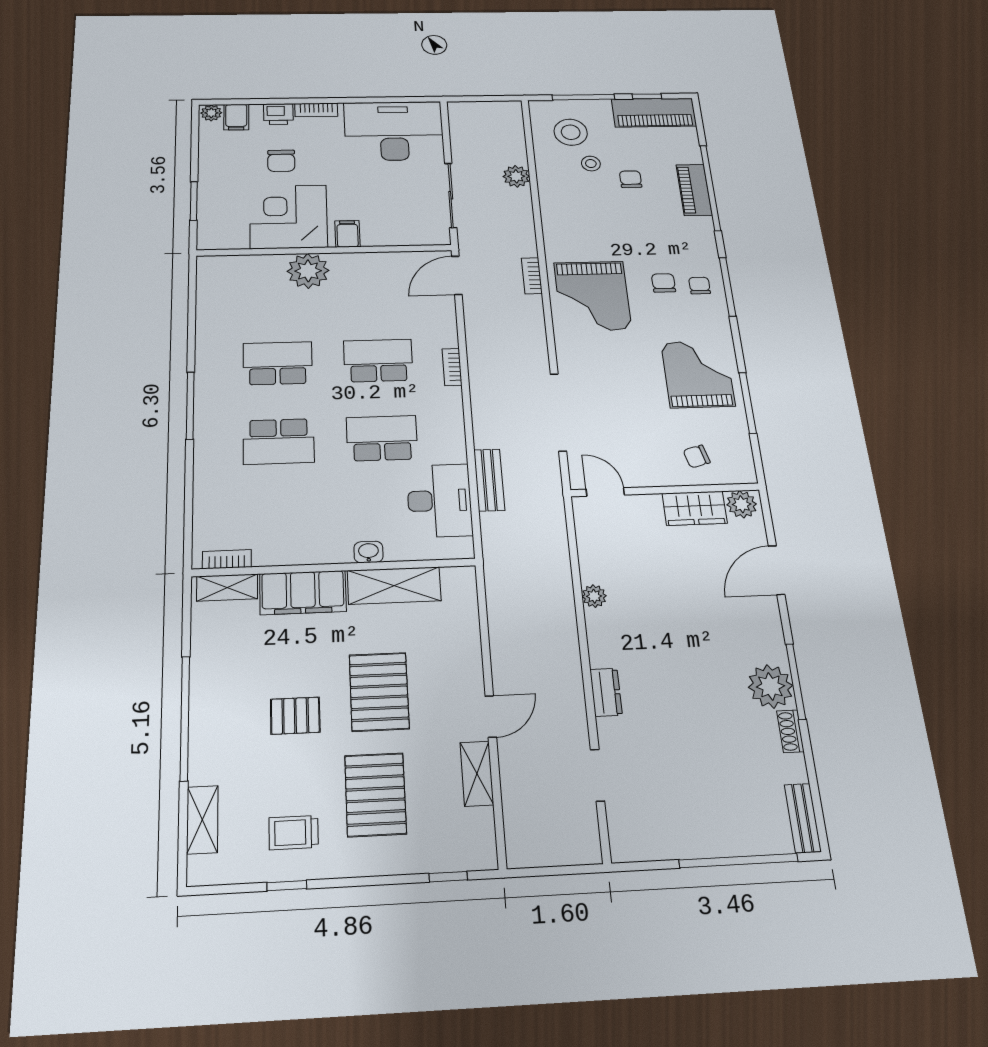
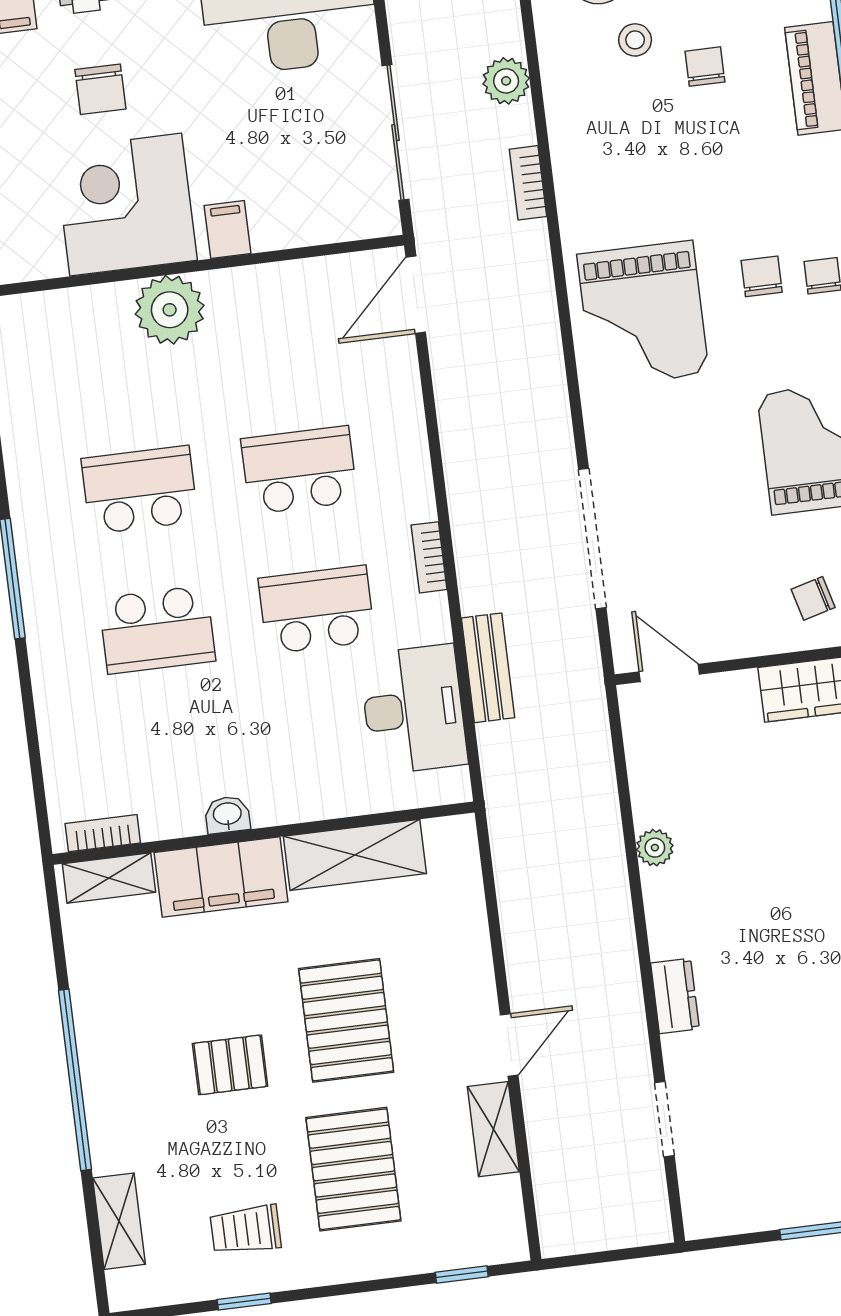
bookcase: (532, 276) -> (528, 183), moved
bookcase: (452, 367) -> (429, 557), moved
washbasin: (368, 552) -> (227, 815), moved

